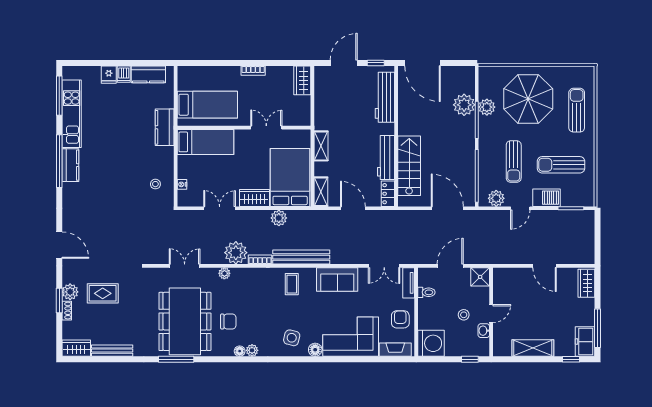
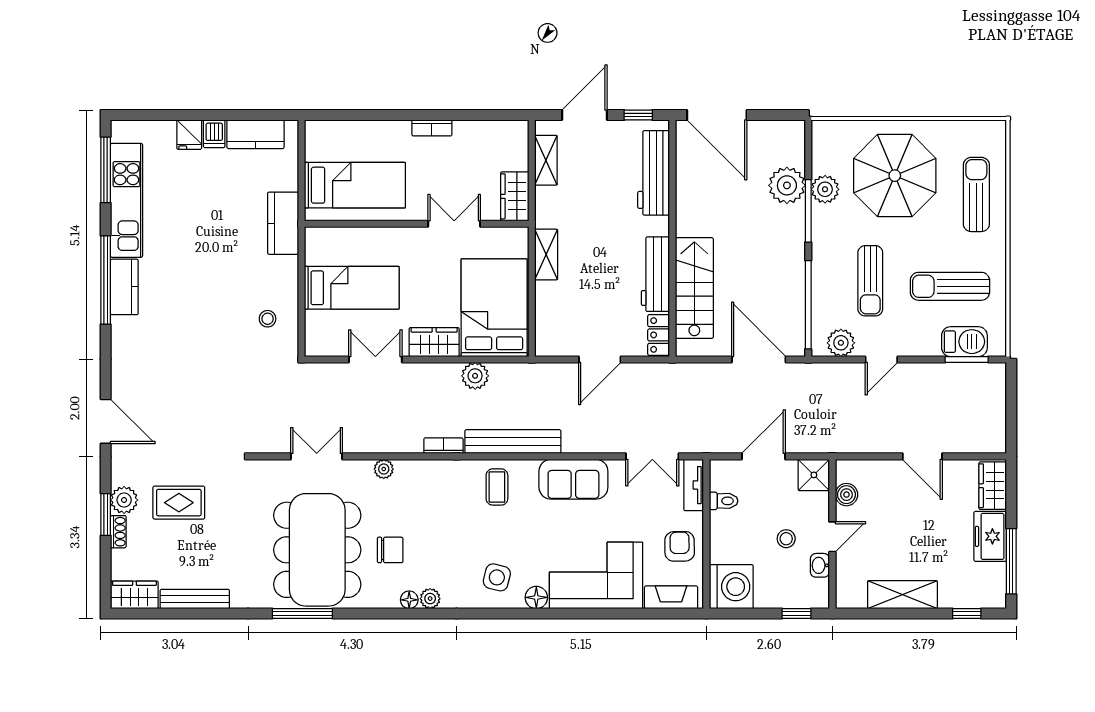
wardrobe: (302, 80) -> (515, 196), moved
bed: (205, 142) -> (352, 288), moved
nightstand: (182, 184) -> (312, 319), removed
shelving: (321, 192) -> (546, 160), moved
barbecue: (546, 198) -> (964, 342), moved
door: (353, 208) -> (600, 359), swing flipped
plant: (236, 253) -> (403, 434), removed
boiler: (500, 289) -> (846, 495), added
freezer: (585, 342) -> (990, 536), moved

